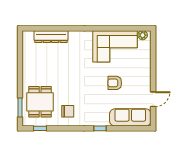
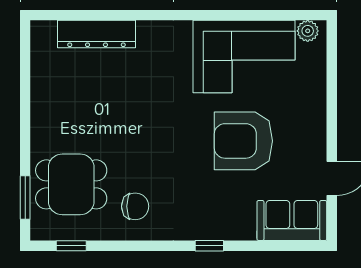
armchair: (115, 83) -> (243, 141), width x1.88, depth x1.88
dining table: (40, 102) -> (71, 184), turned 90
sofa: (130, 117) -> (292, 221), width x0.73

